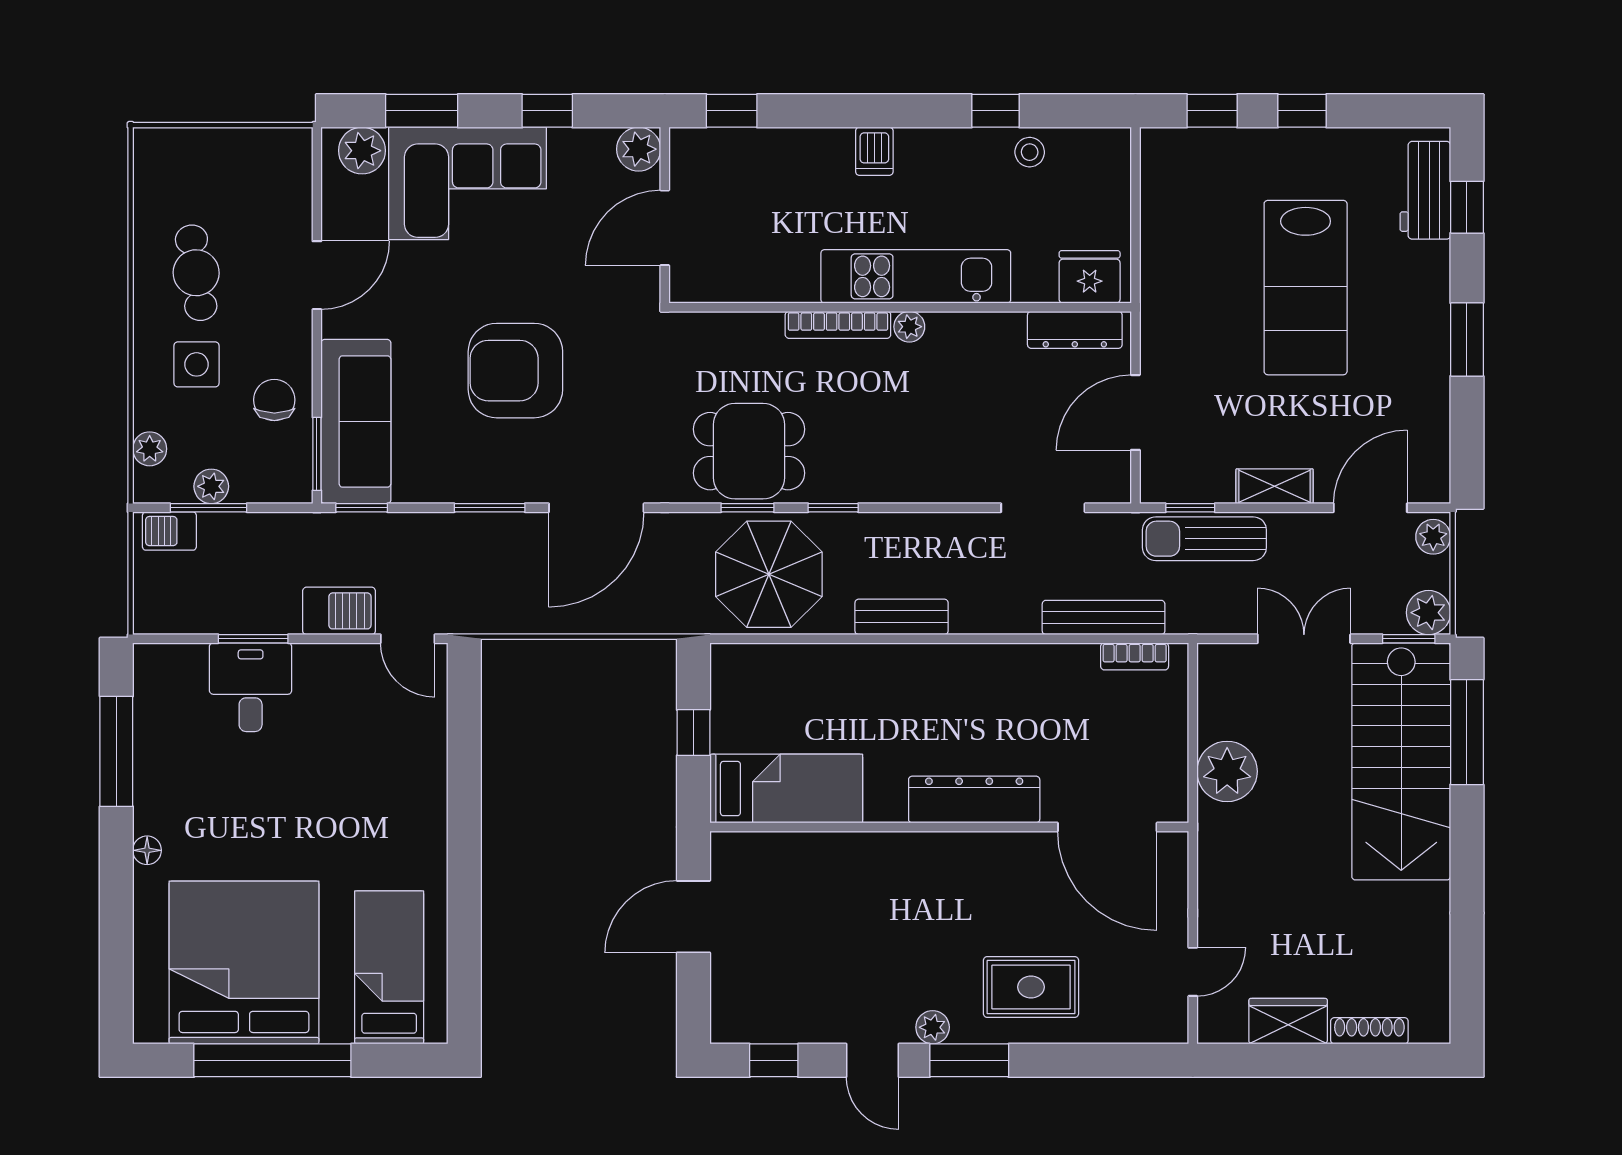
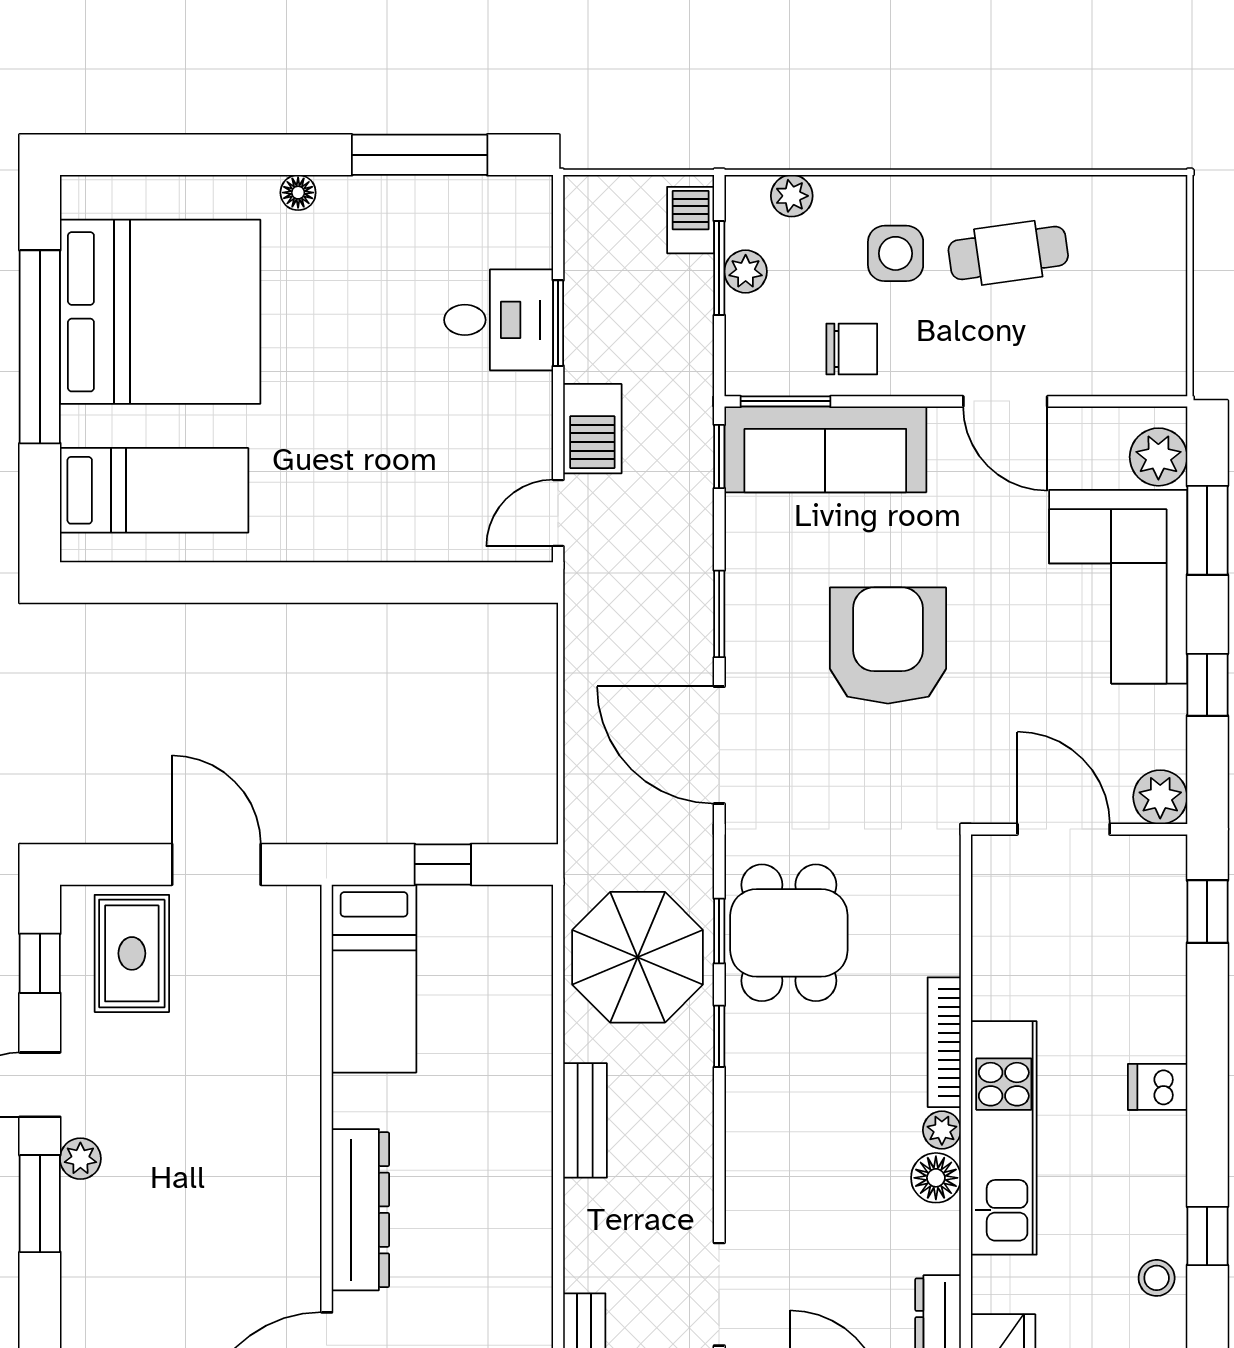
floor lamp: (948, 332) -> (936, 1178), added
rug: (1031, 987) -> (132, 953), moved

